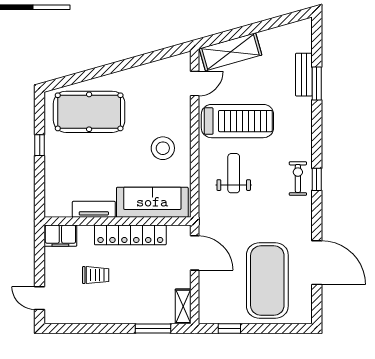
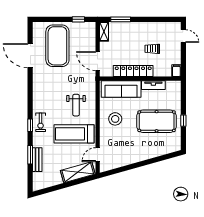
pool table: (89, 112) -> (157, 121), moved
exercise bike: (298, 178) -> (41, 122), moved
window: (317, 179) -> (30, 125), moved
filing cabinet: (60, 236) -> (176, 71), width x0.50

